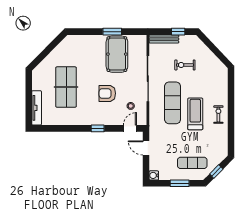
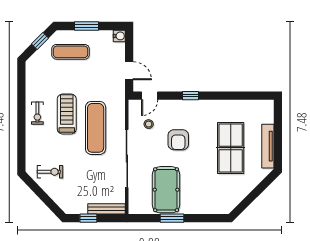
exercise bike: (185, 65) -> (50, 172), moved
armchair: (107, 93) -> (178, 140), turned 90
tv unit: (37, 108) -> (268, 146), moved
treadmill: (195, 114) -> (67, 114), turned 180

